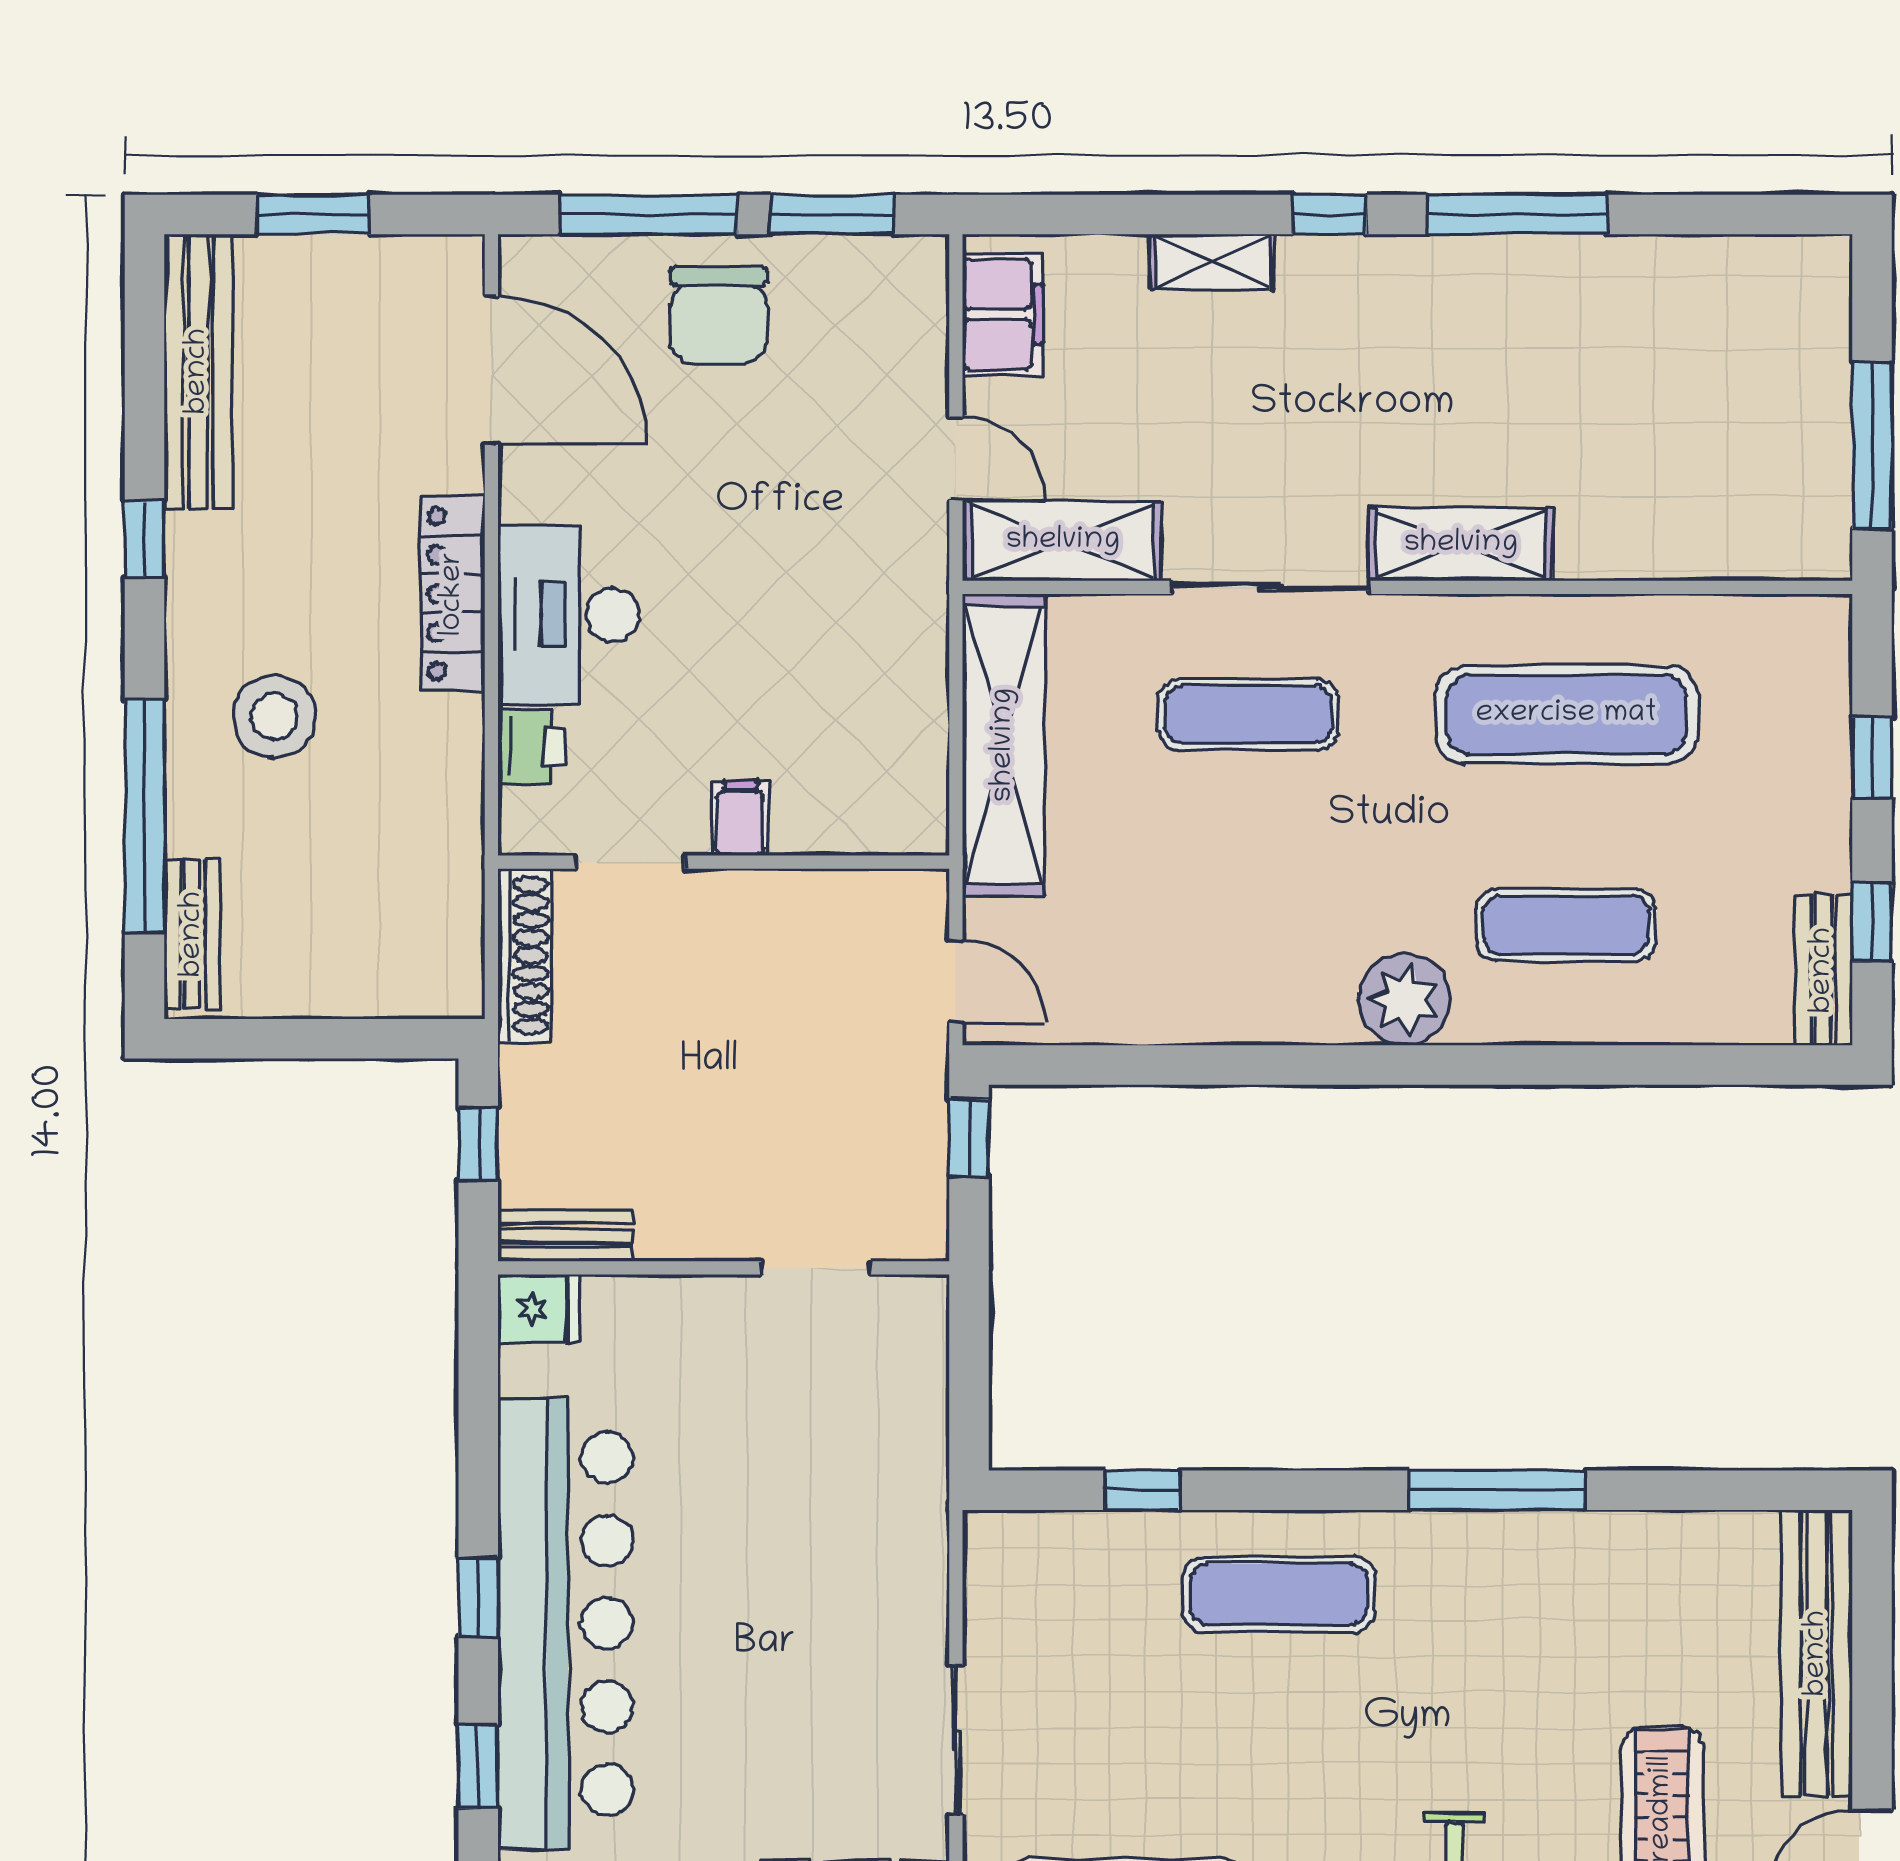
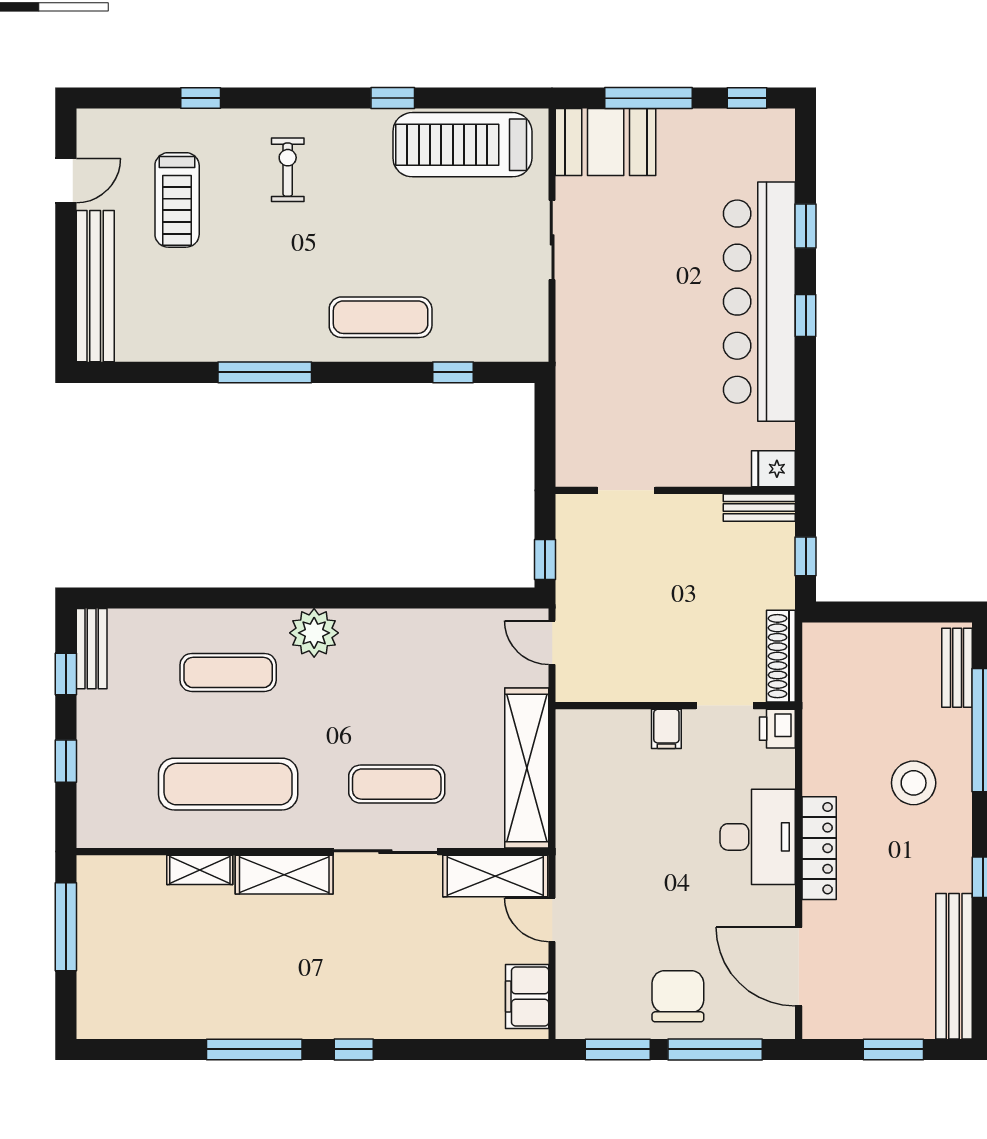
shelving: (1212, 262) -> (200, 870), moved
printer: (531, 747) -> (777, 729), moved

